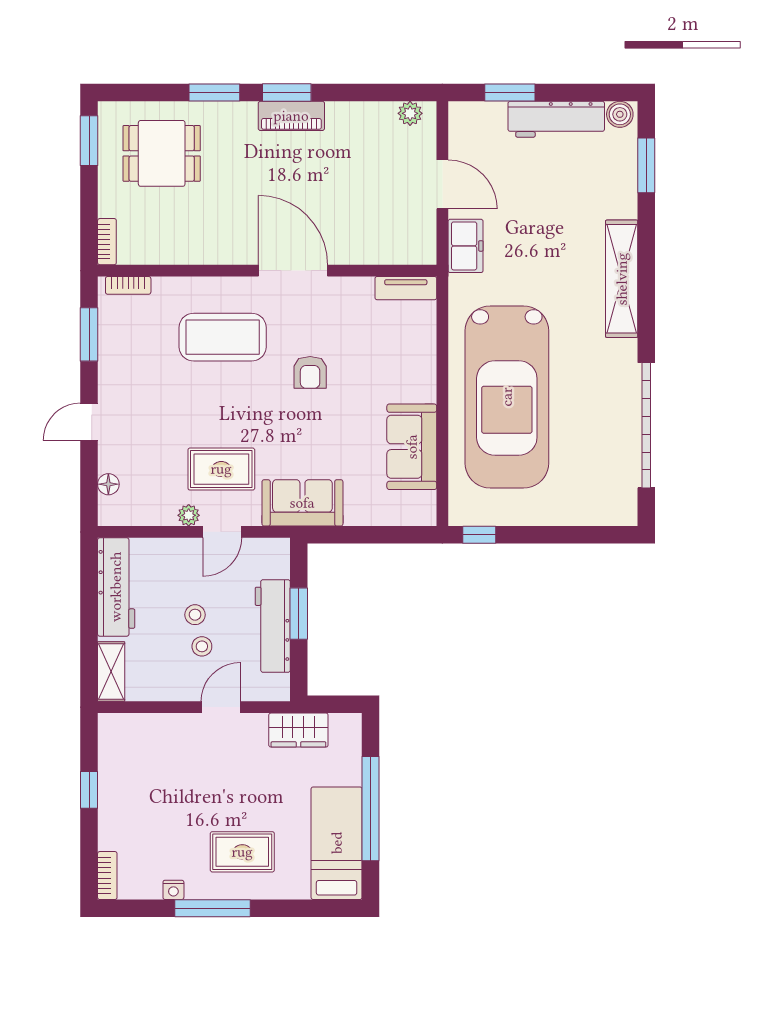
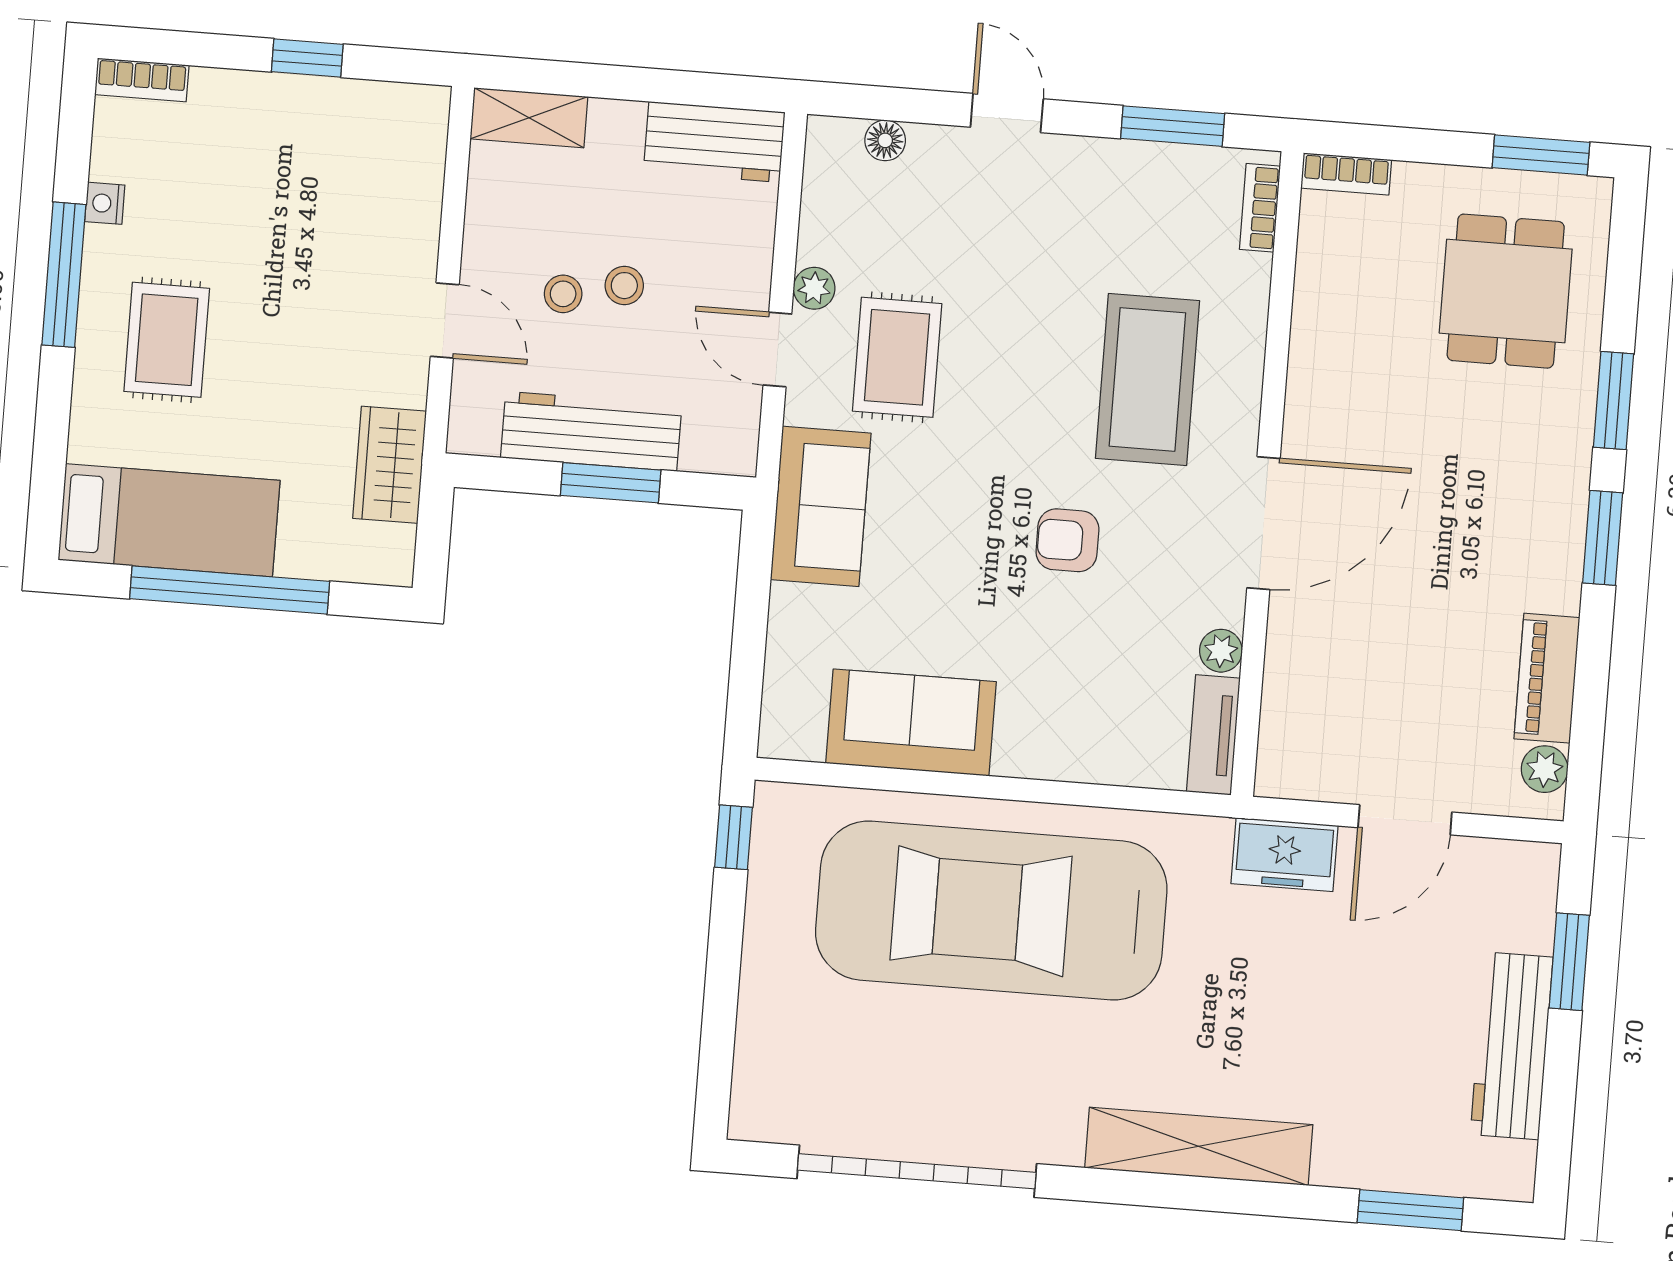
boiler: (620, 114) -> (1511, 1167), removed
piano: (291, 116) -> (1547, 678), moved
plant: (361, 288) -> (1221, 651), added
workbench: (116, 587) -> (714, 142), width x0.73

